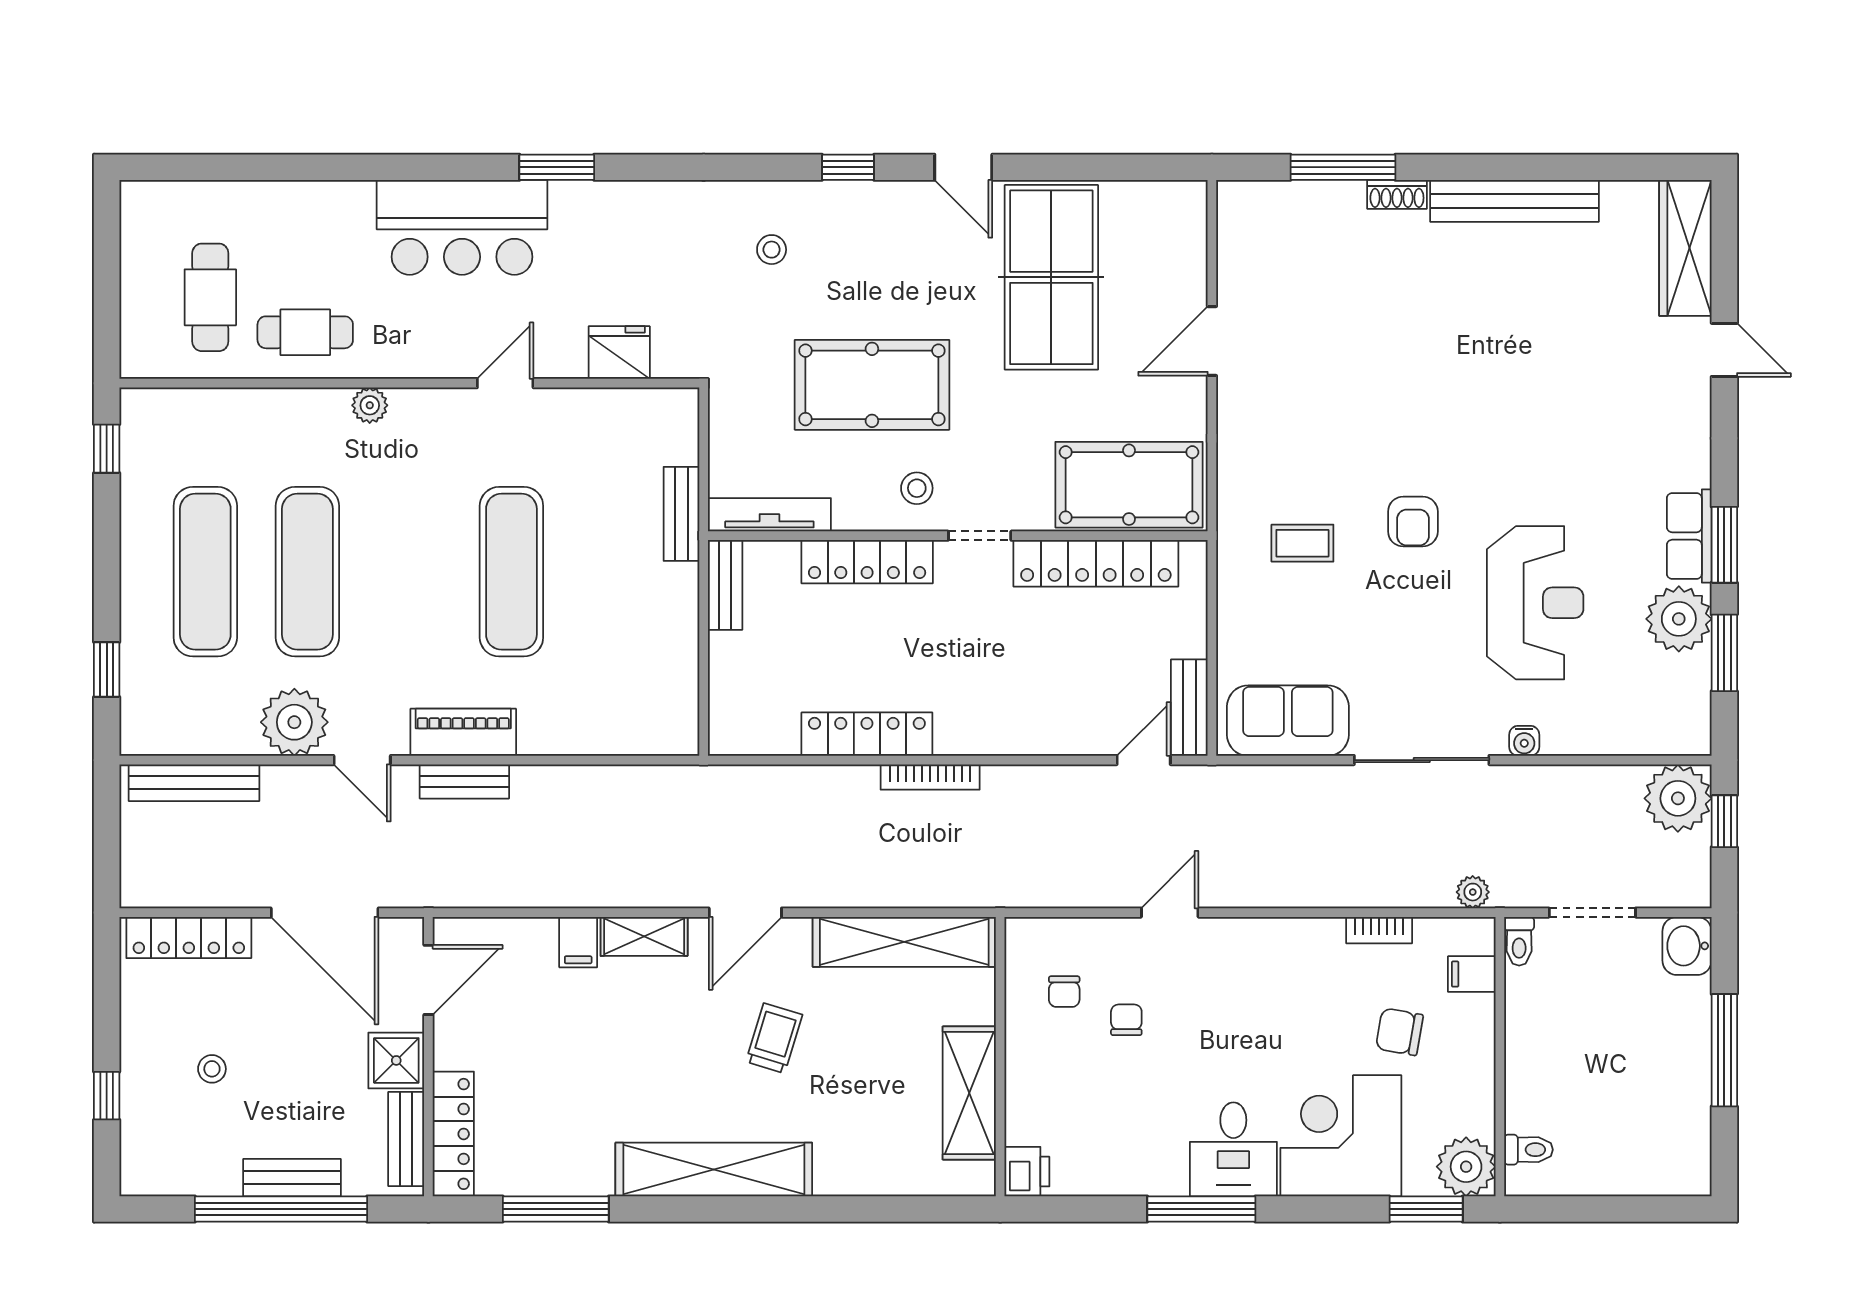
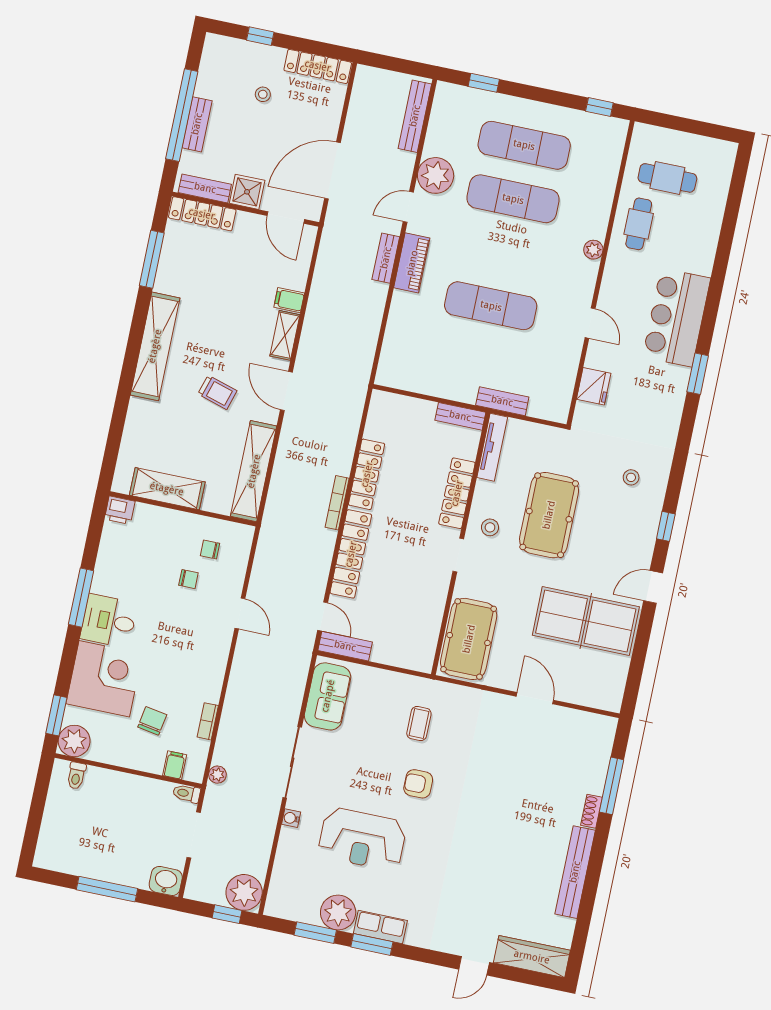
locker: (1096, 563) -> (351, 554), moved, turned 180
locker: (189, 937) -> (318, 66), moved, turned -90

